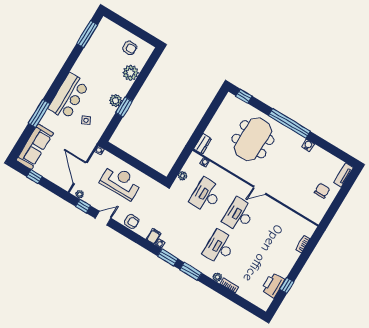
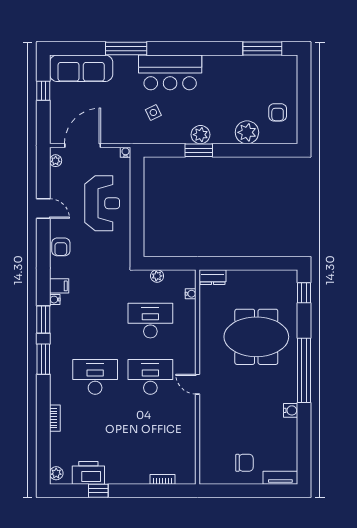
window: (83, 206) -> (43, 174), removed
plant: (217, 277) -> (56, 473), moved

